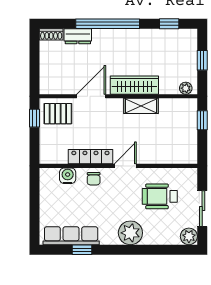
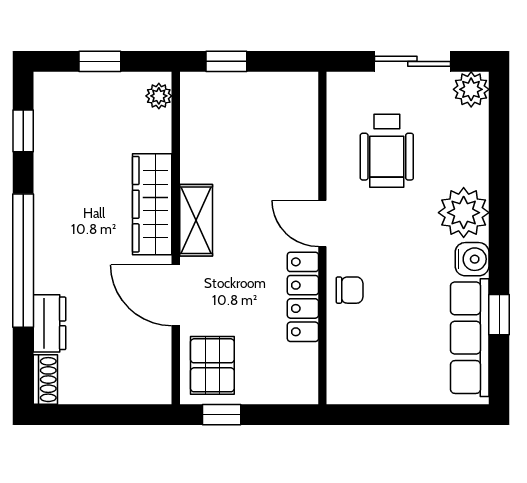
shelving: (141, 106) -> (196, 220), moved
water cooler: (68, 176) -> (472, 259), moved, turned 180

